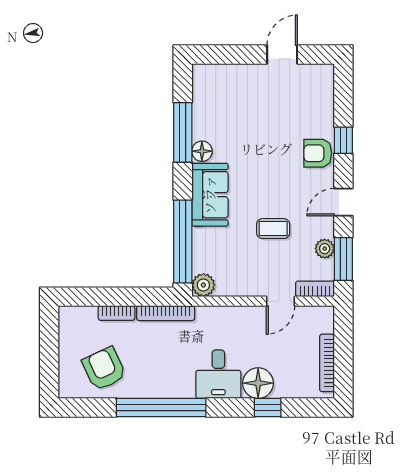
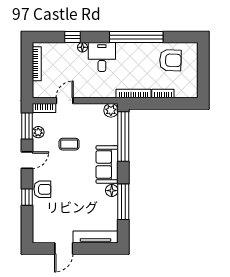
tv unit: (229, 74) -> (96, 237), added
armchair: (104, 369) -> (170, 60), turned -63
floor lamp: (258, 383) -> (82, 47), width x0.53, depth x0.53

